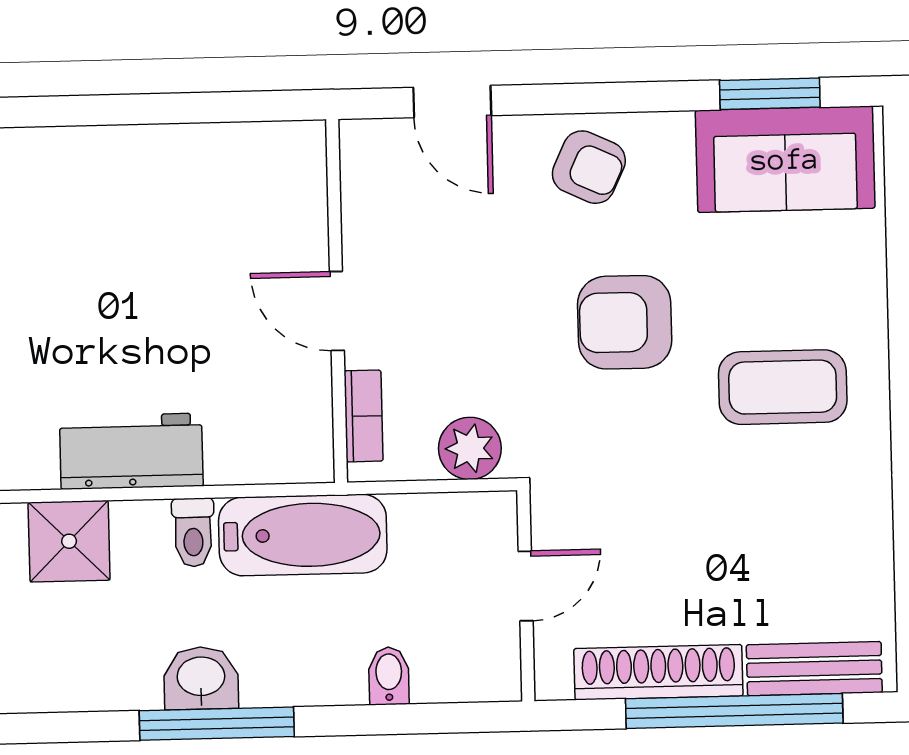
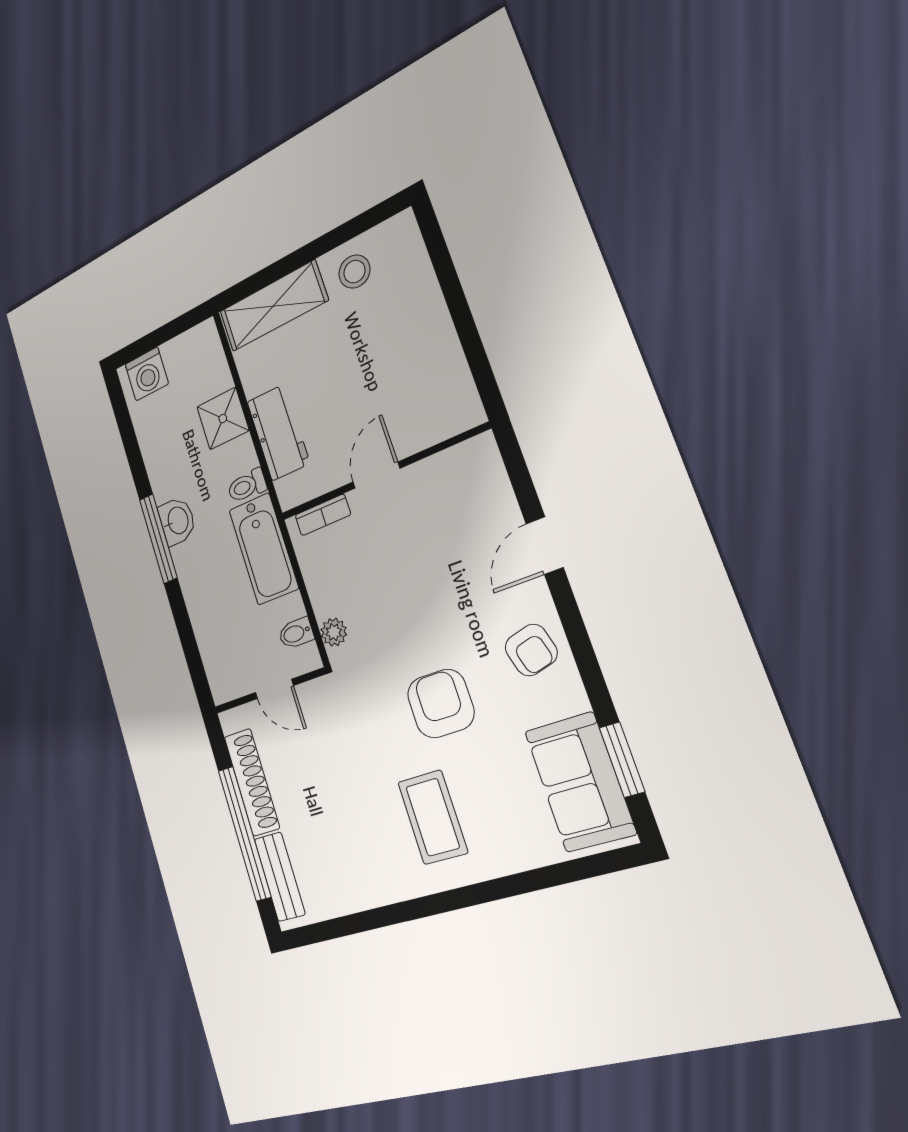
armchair: (589, 167) -> (531, 650), turned -40
wall: (337, 301) -> (382, 473), moved
door: (337, 311) -> (376, 475), moved
bookcase: (364, 416) -> (323, 515), moved
plant: (470, 448) -> (334, 632), width x0.73, depth x0.73
bidet: (389, 676) -> (296, 633), moved, turned 180

